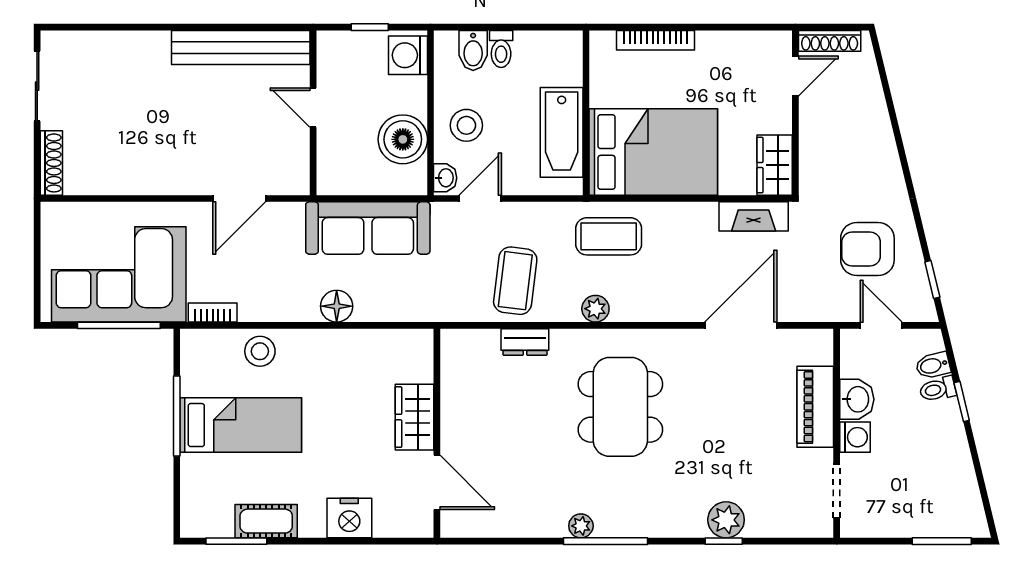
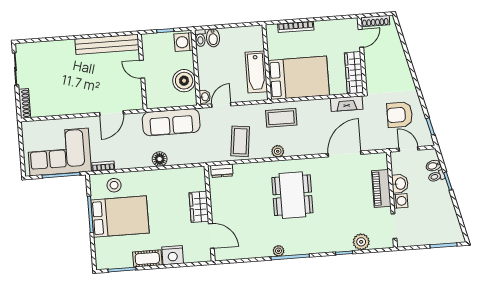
toilet: (501, 49) -> (200, 38), moved
stool: (466, 125) -> (213, 72), removed
wardrobe: (775, 165) -> (354, 73), width x1.50
dresser: (525, 342) -> (222, 171), moved
stool: (260, 351) -> (114, 185), moved
bed: (241, 425) -> (120, 216), width x1.50
plant: (726, 520) -> (361, 242), moved
cot: (266, 521) -> (147, 258), moved

